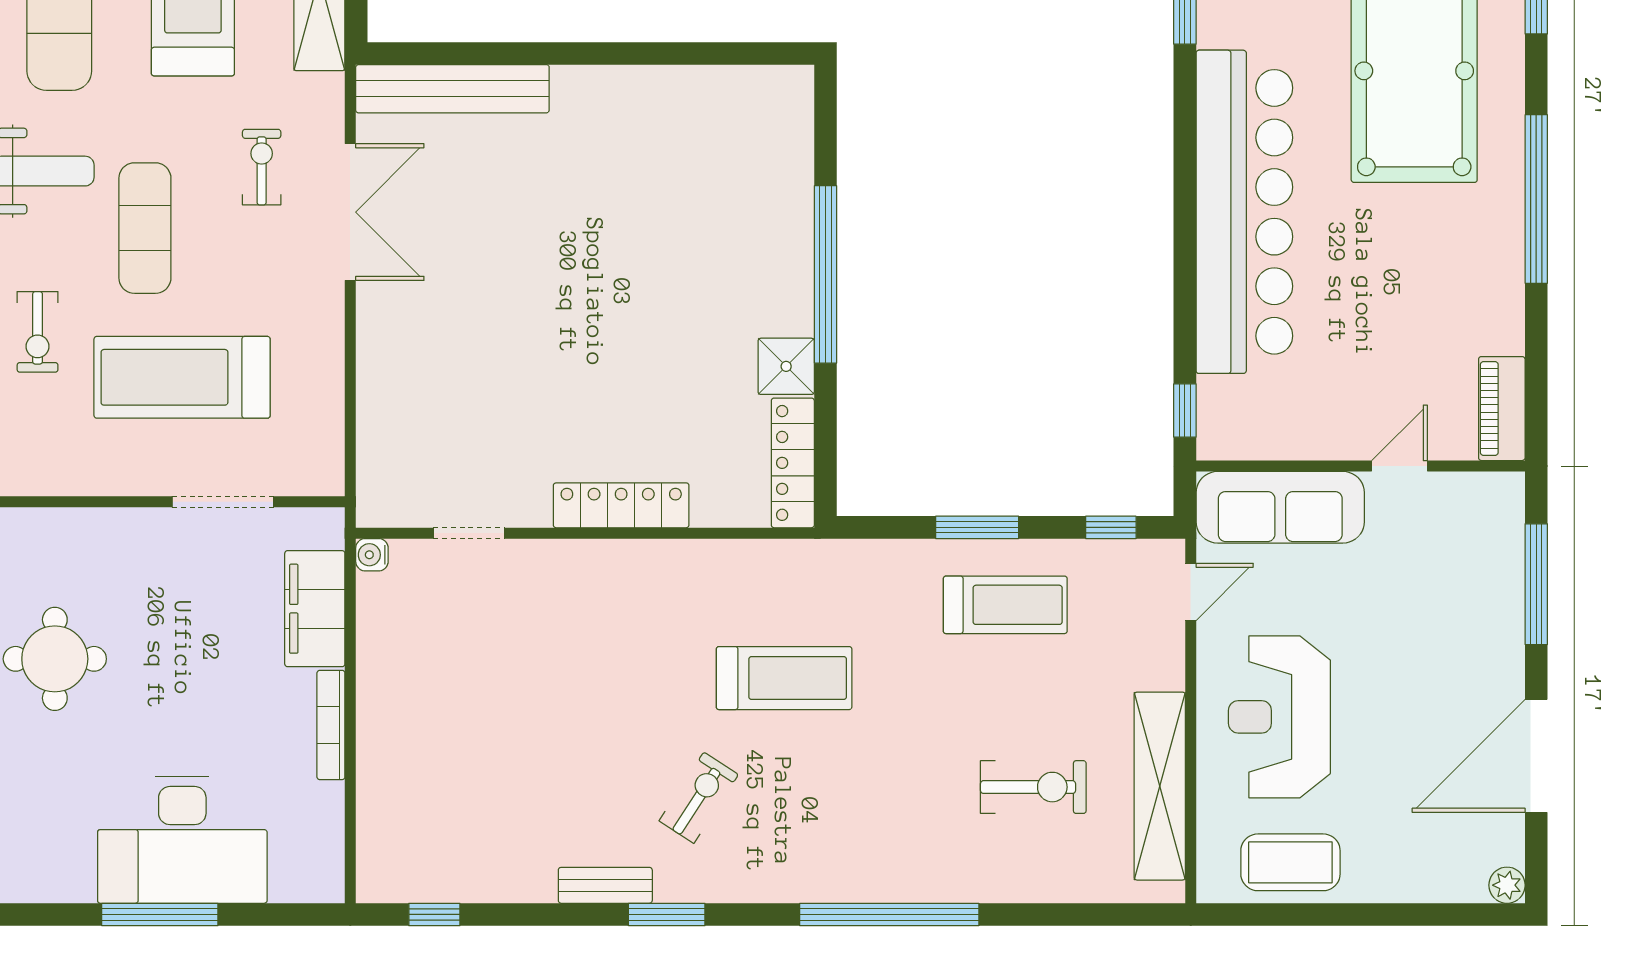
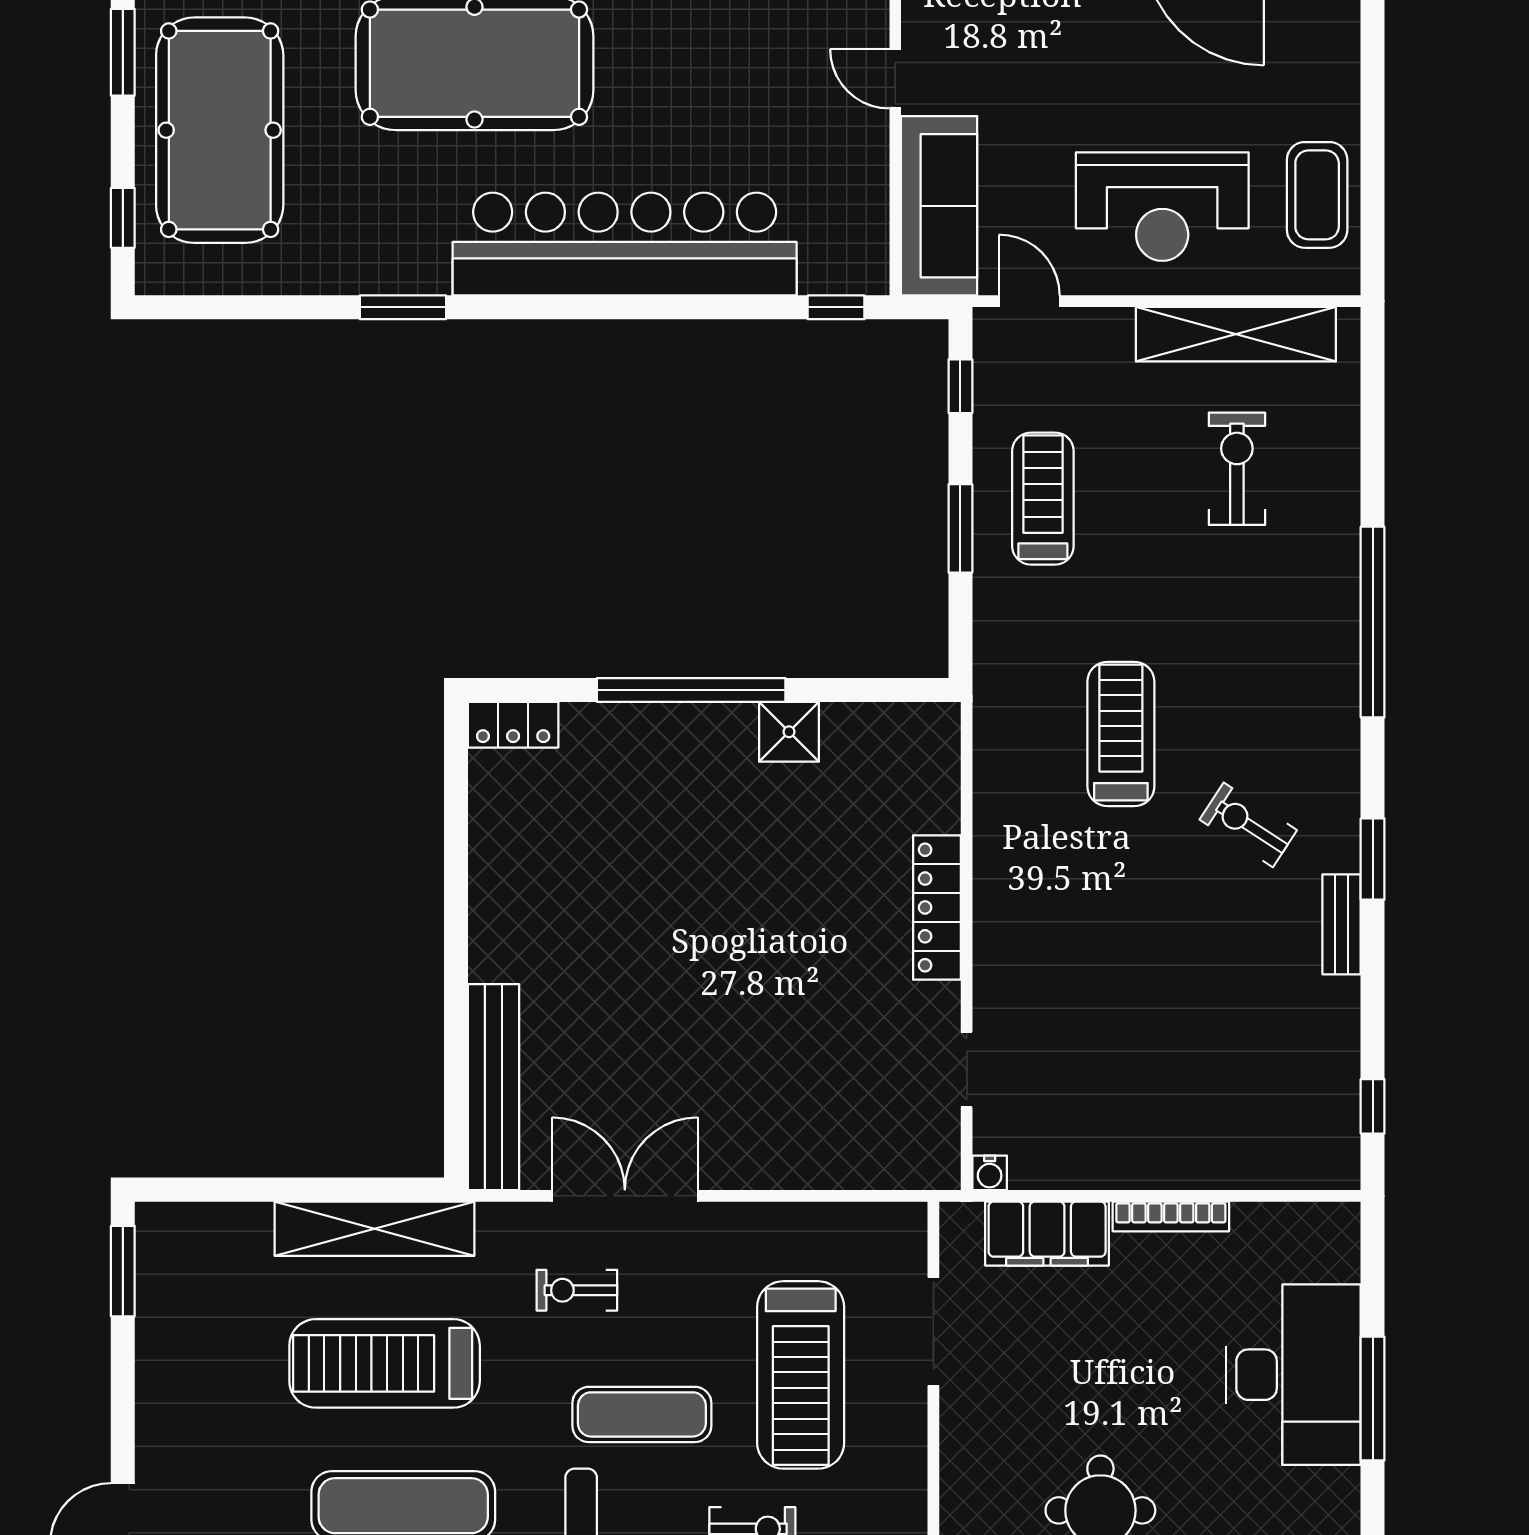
locker: (793, 463) -> (513, 725), moved, width x0.66

